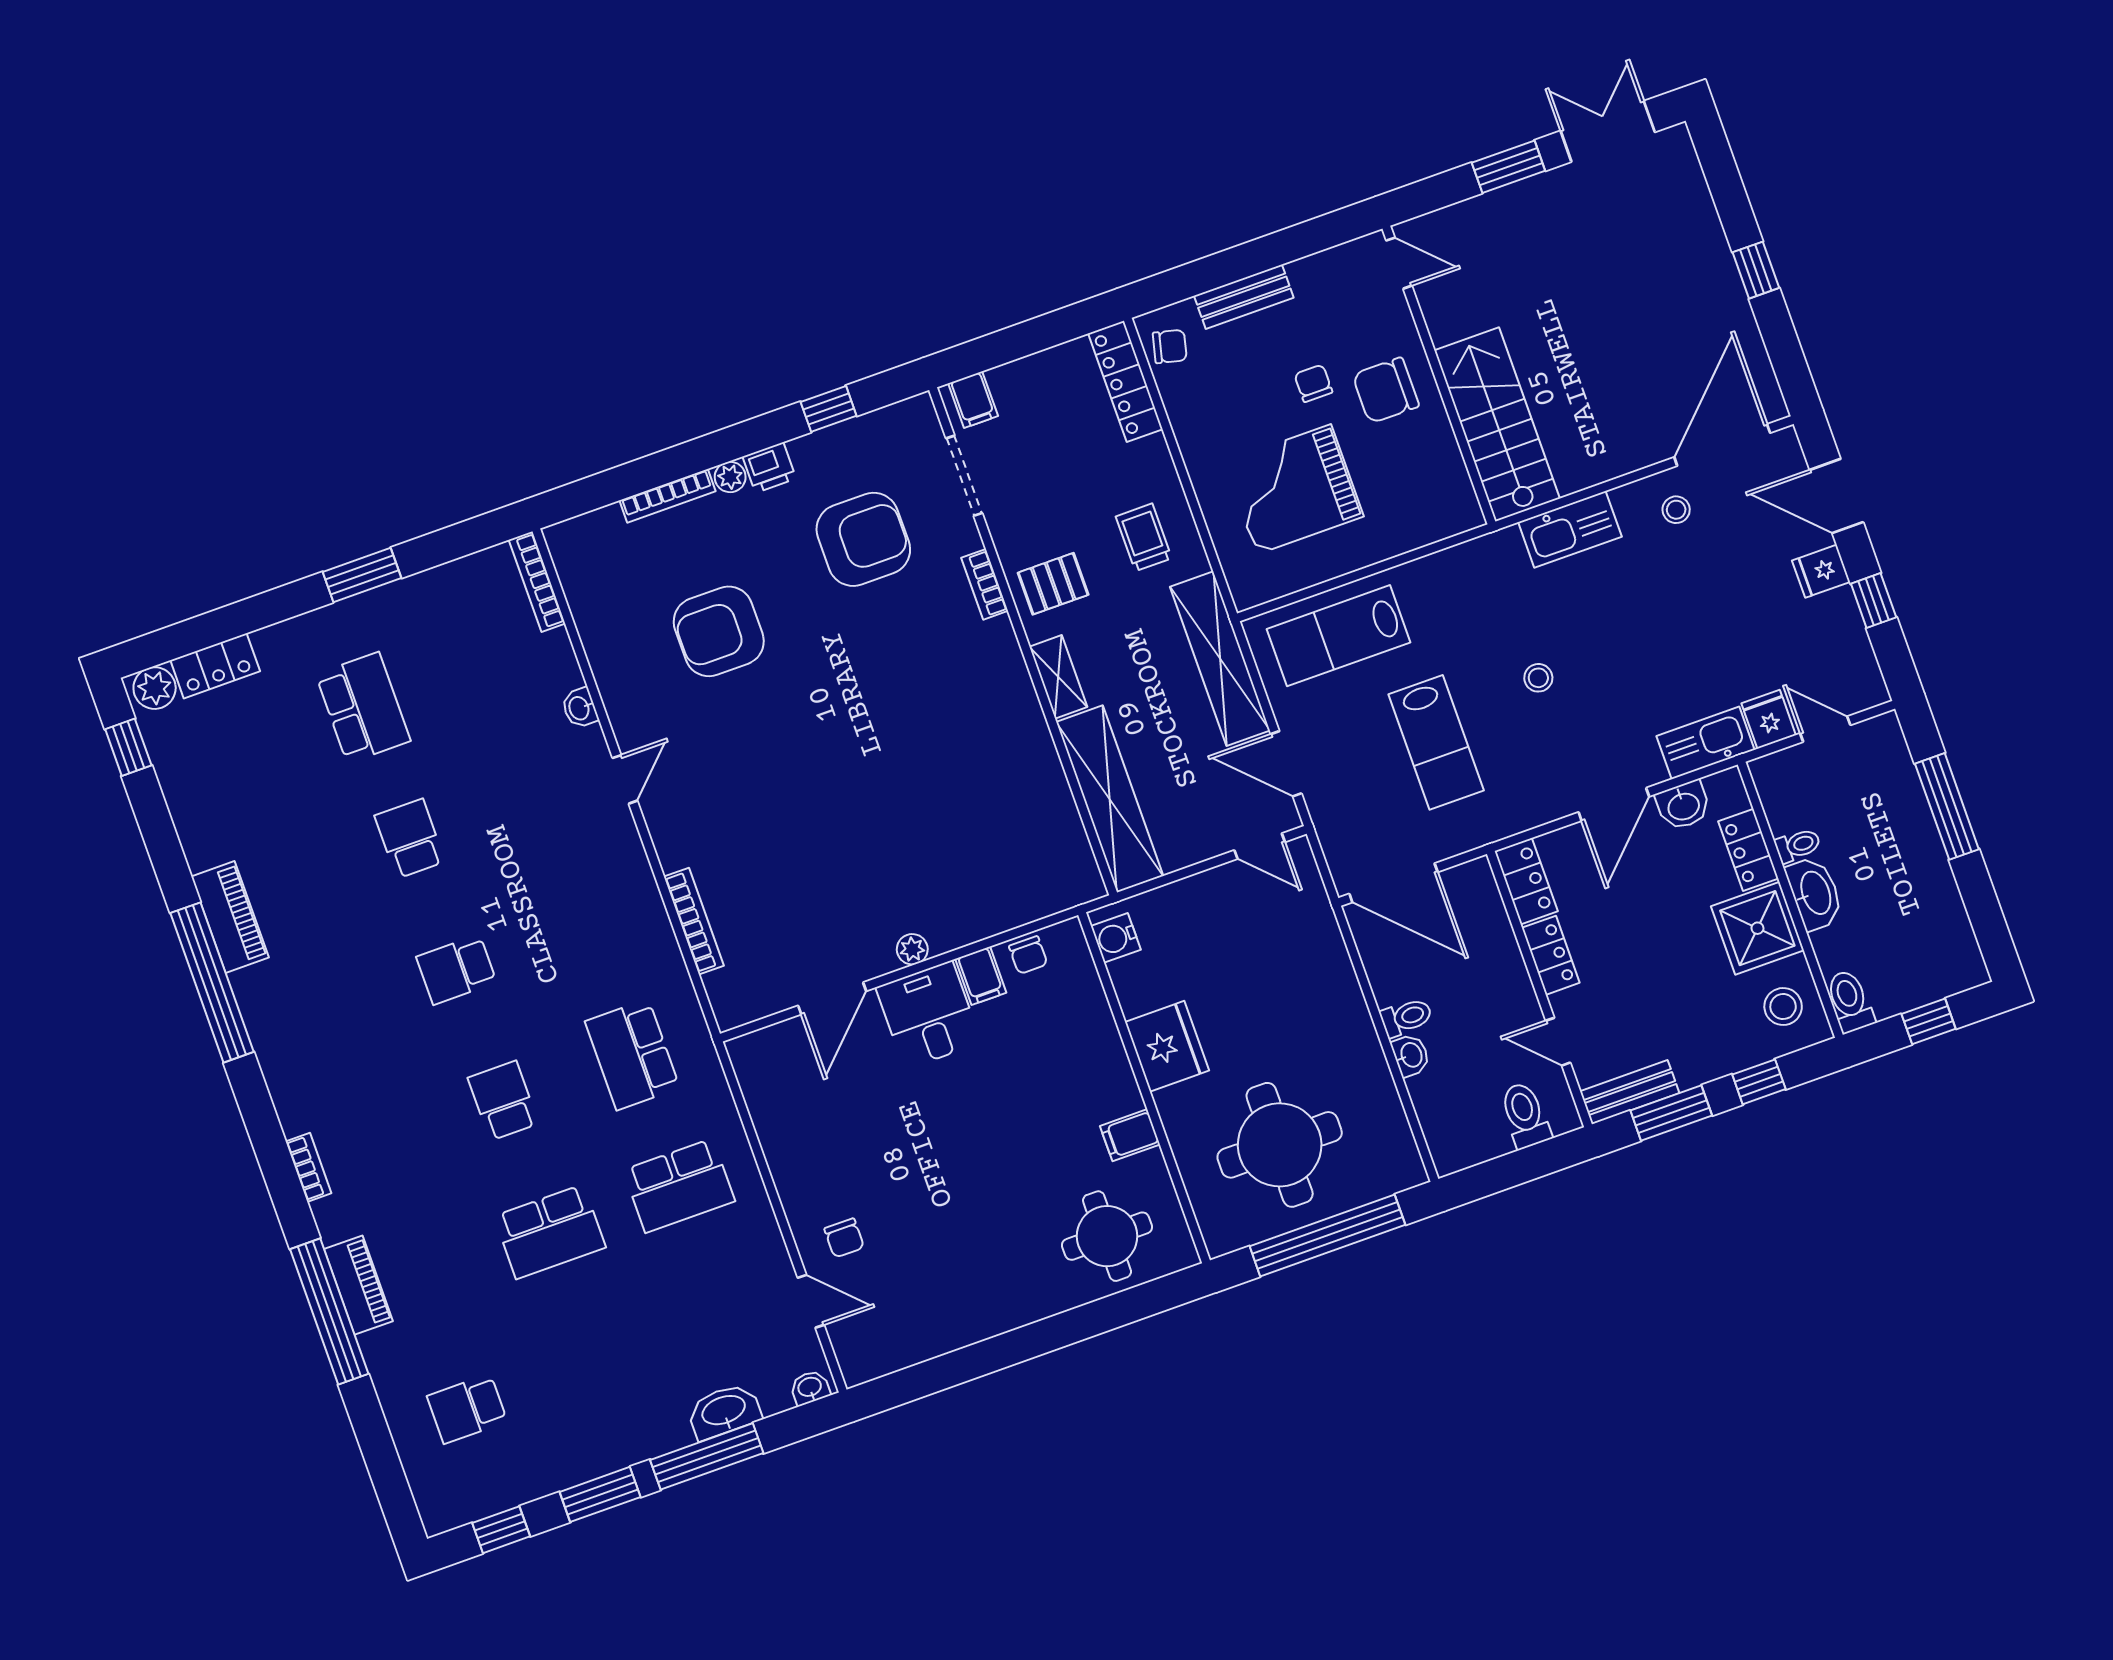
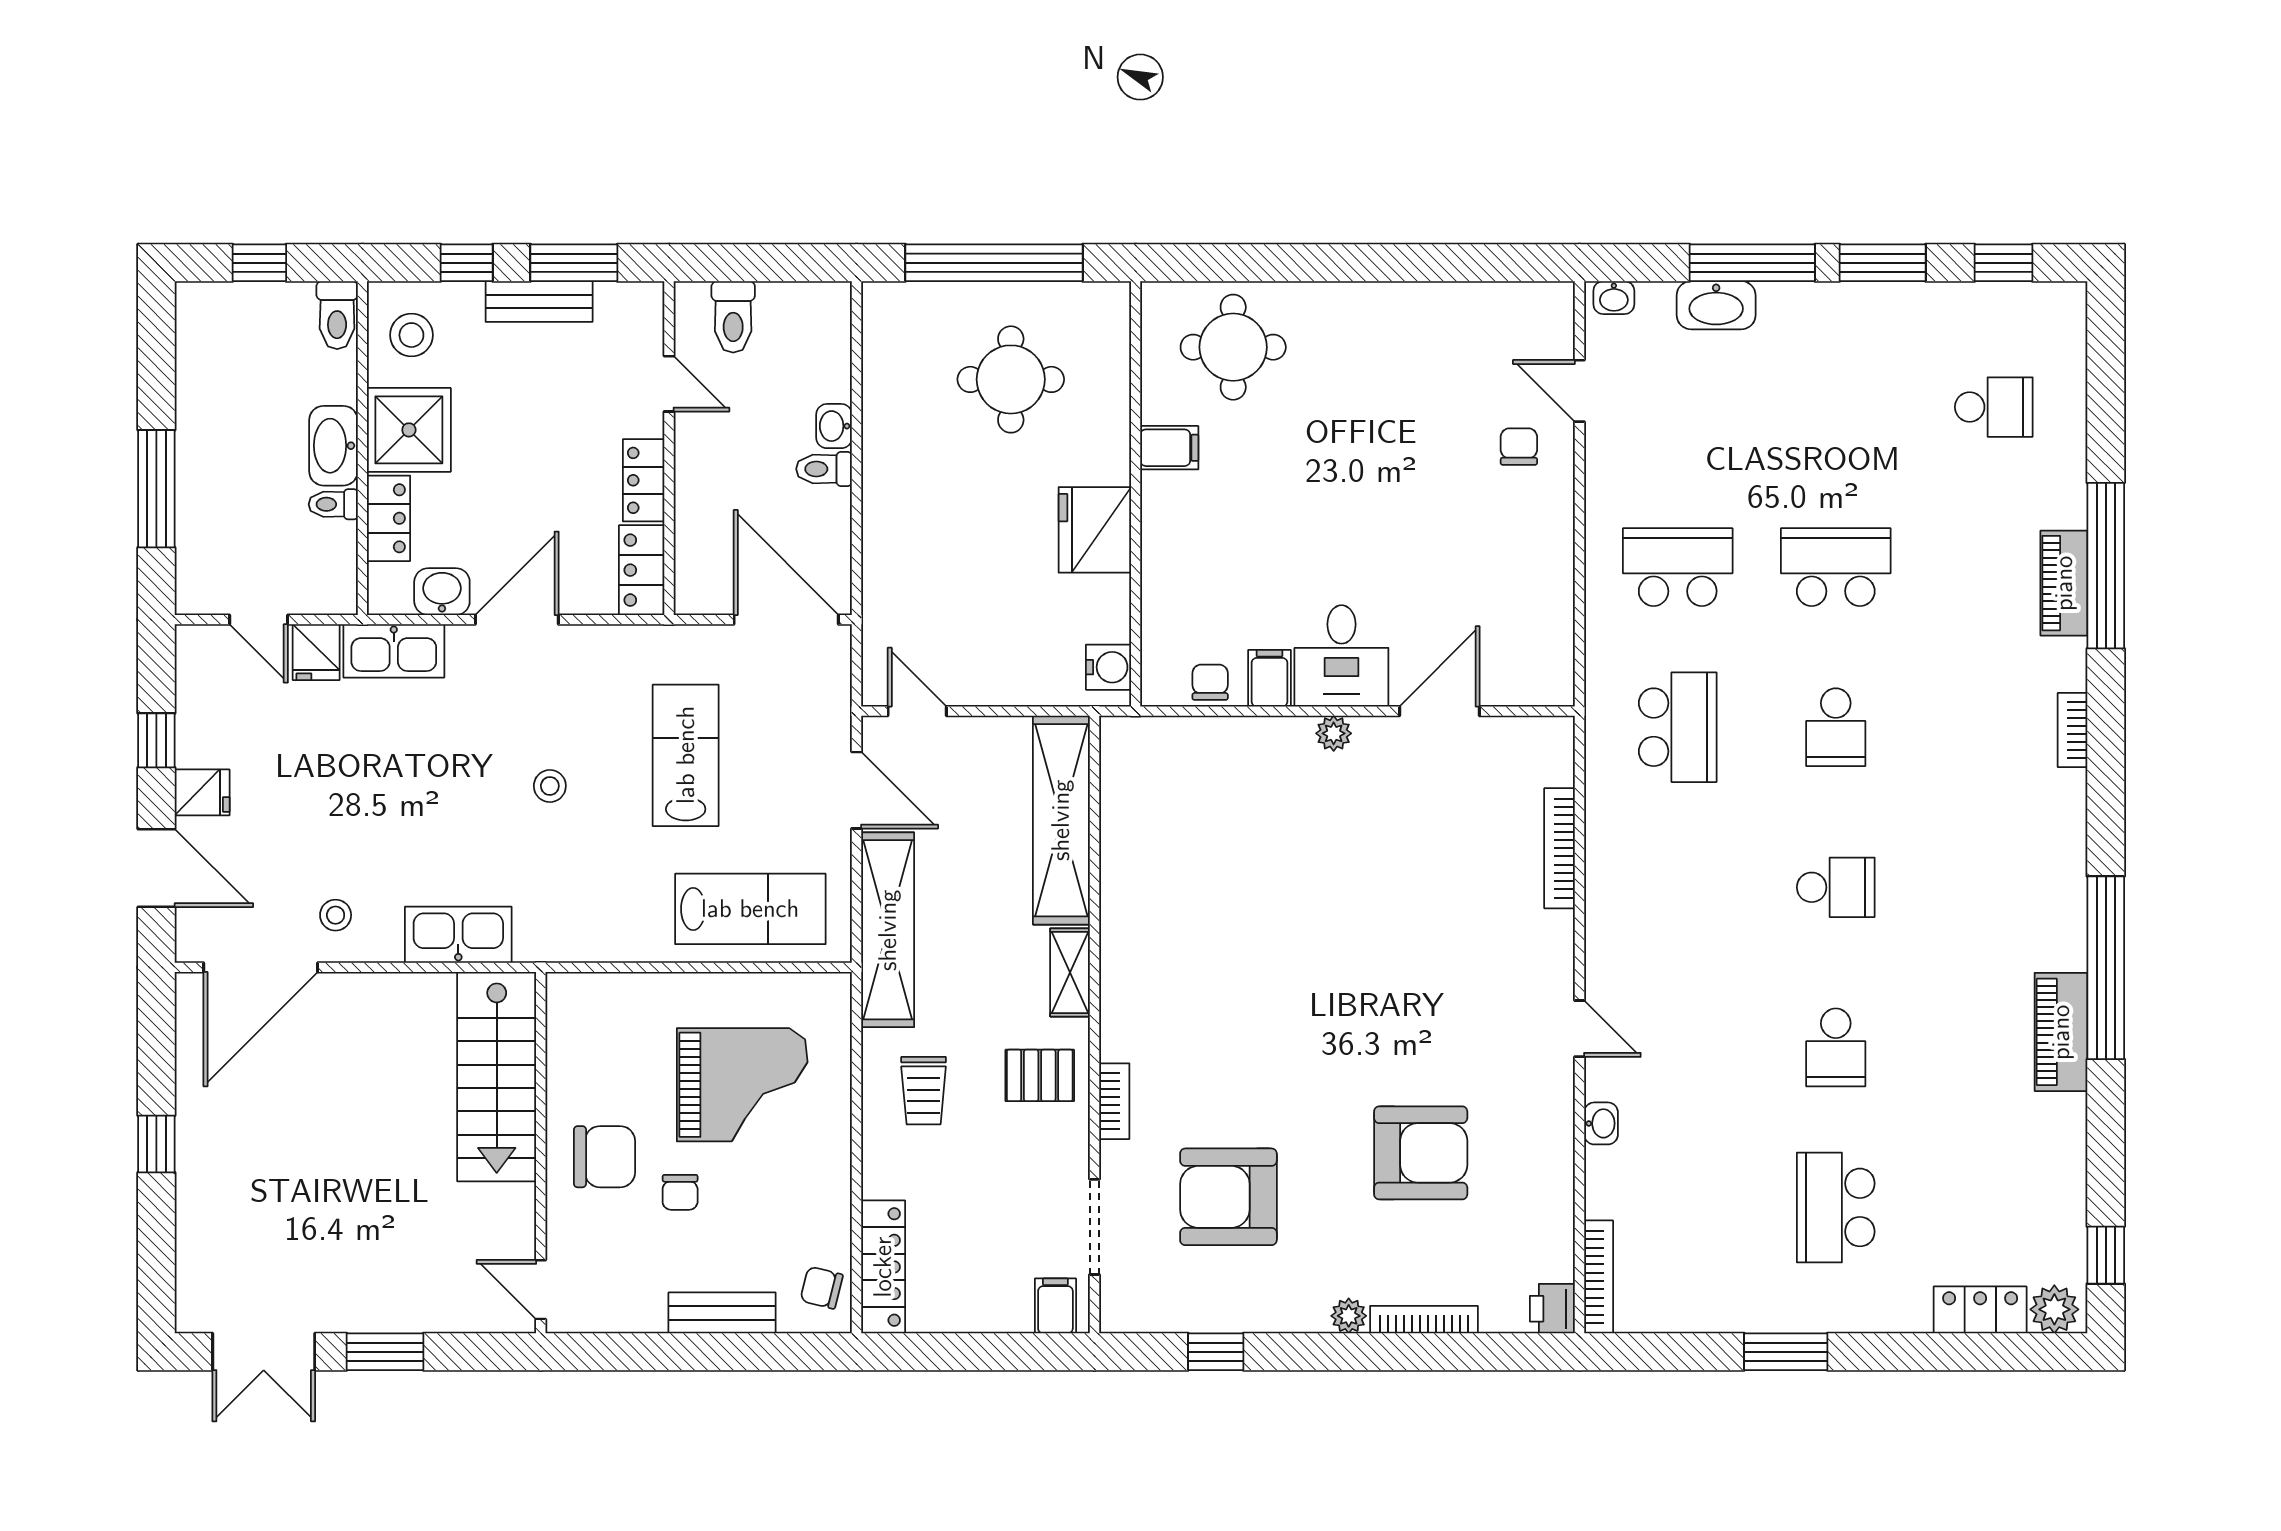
printer: (769, 468) -> (1552, 1309), moved, turned -90
door: (625, 779) -> (1580, 1029), swing flipped
bench: (1630, 1092) -> (539, 301), moved
round table: (1280, 1145) -> (1011, 379), width x0.73, depth x0.73

